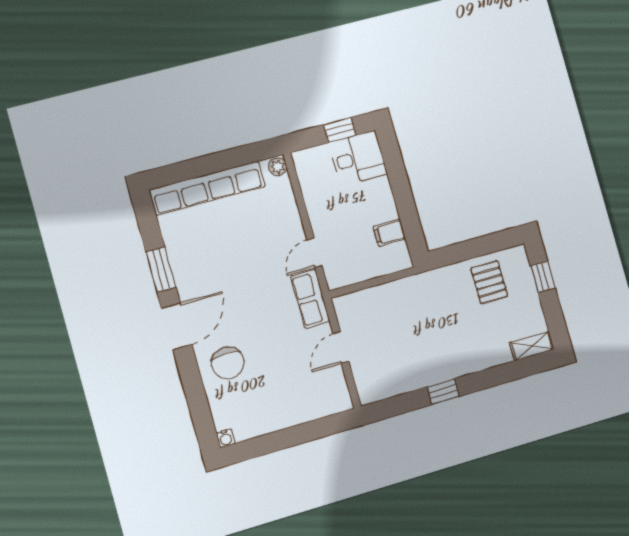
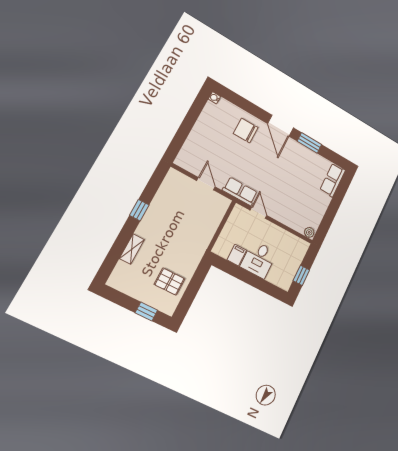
desk: (358, 158) -> (259, 259), moved
row of seats: (207, 188) -> (333, 180), width x0.50
shelving: (532, 346) -> (132, 249), moved

